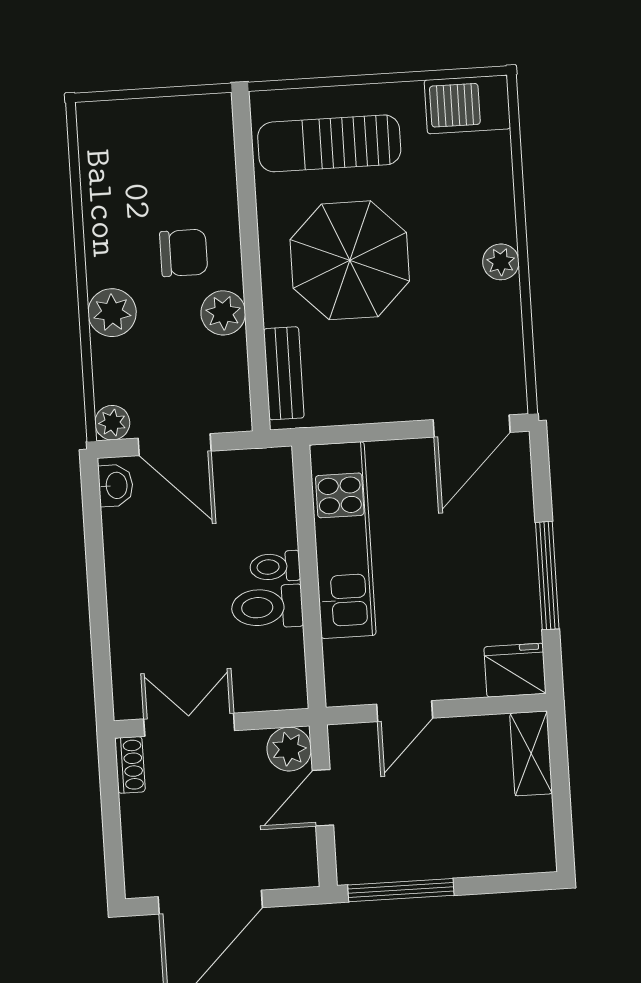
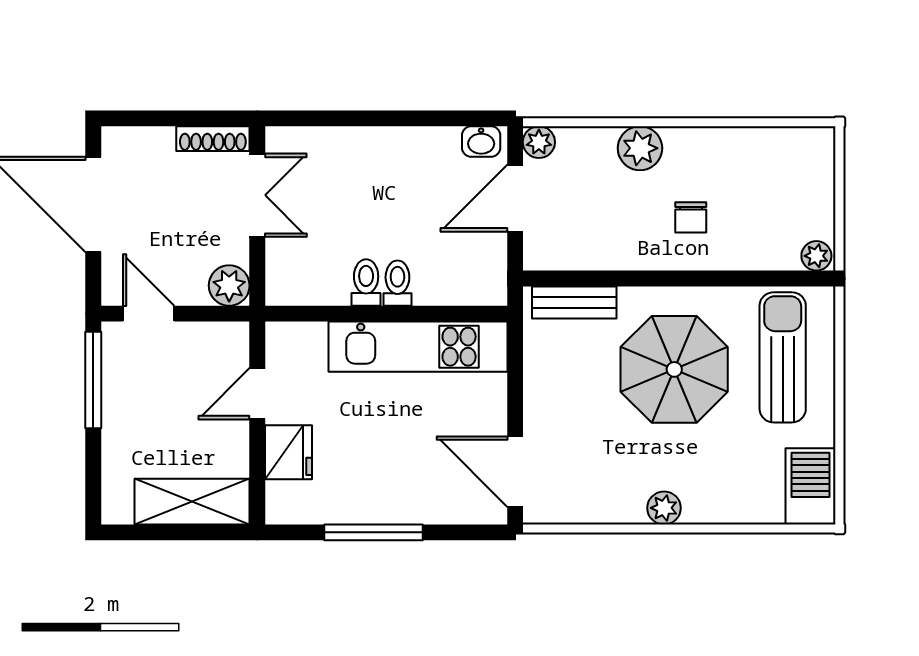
chair: (184, 253) -> (691, 217), width x0.73, depth x0.73
plant: (223, 313) -> (816, 256), moved, width x0.73, depth x0.73
toilet: (267, 607) -> (366, 283), width x0.73, depth x0.72
fridge: (515, 670) -> (289, 452), moved
door: (405, 711) -> (257, 394), hinge flipped
shelving: (531, 753) -> (192, 502), width x1.50, depth x1.33
shoe rack: (130, 765) -> (213, 139), width x1.43
door: (323, 798) -> (149, 314), moved

